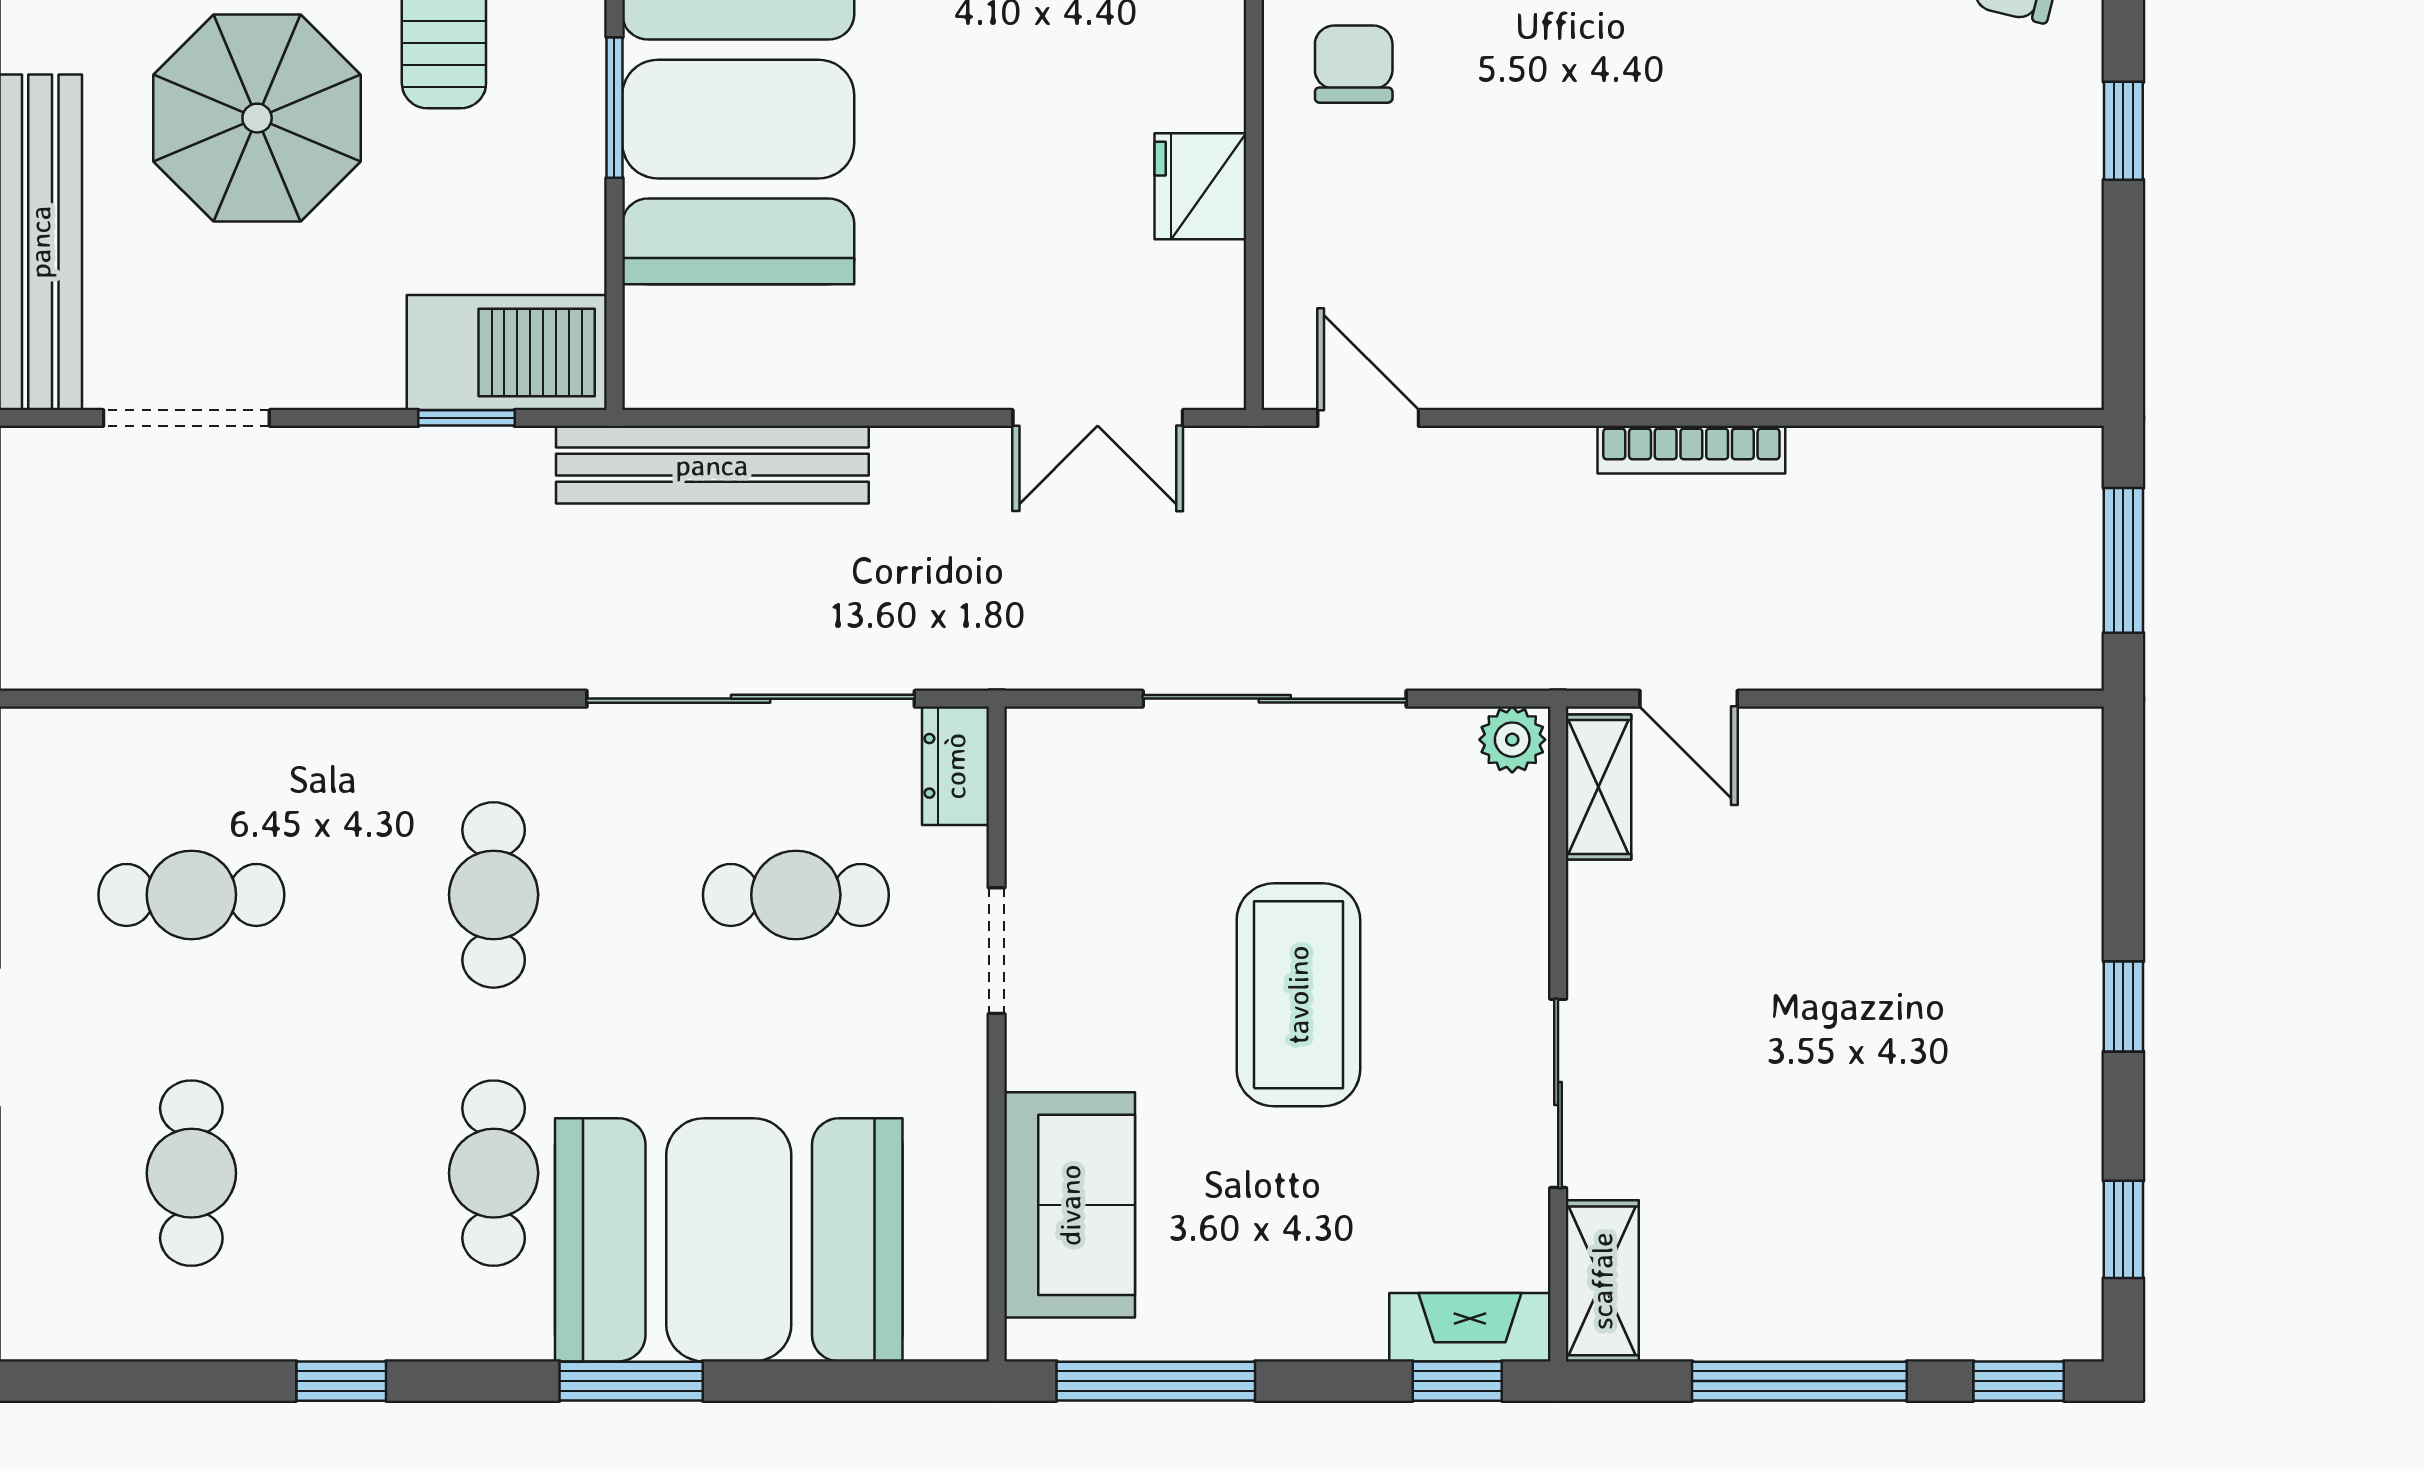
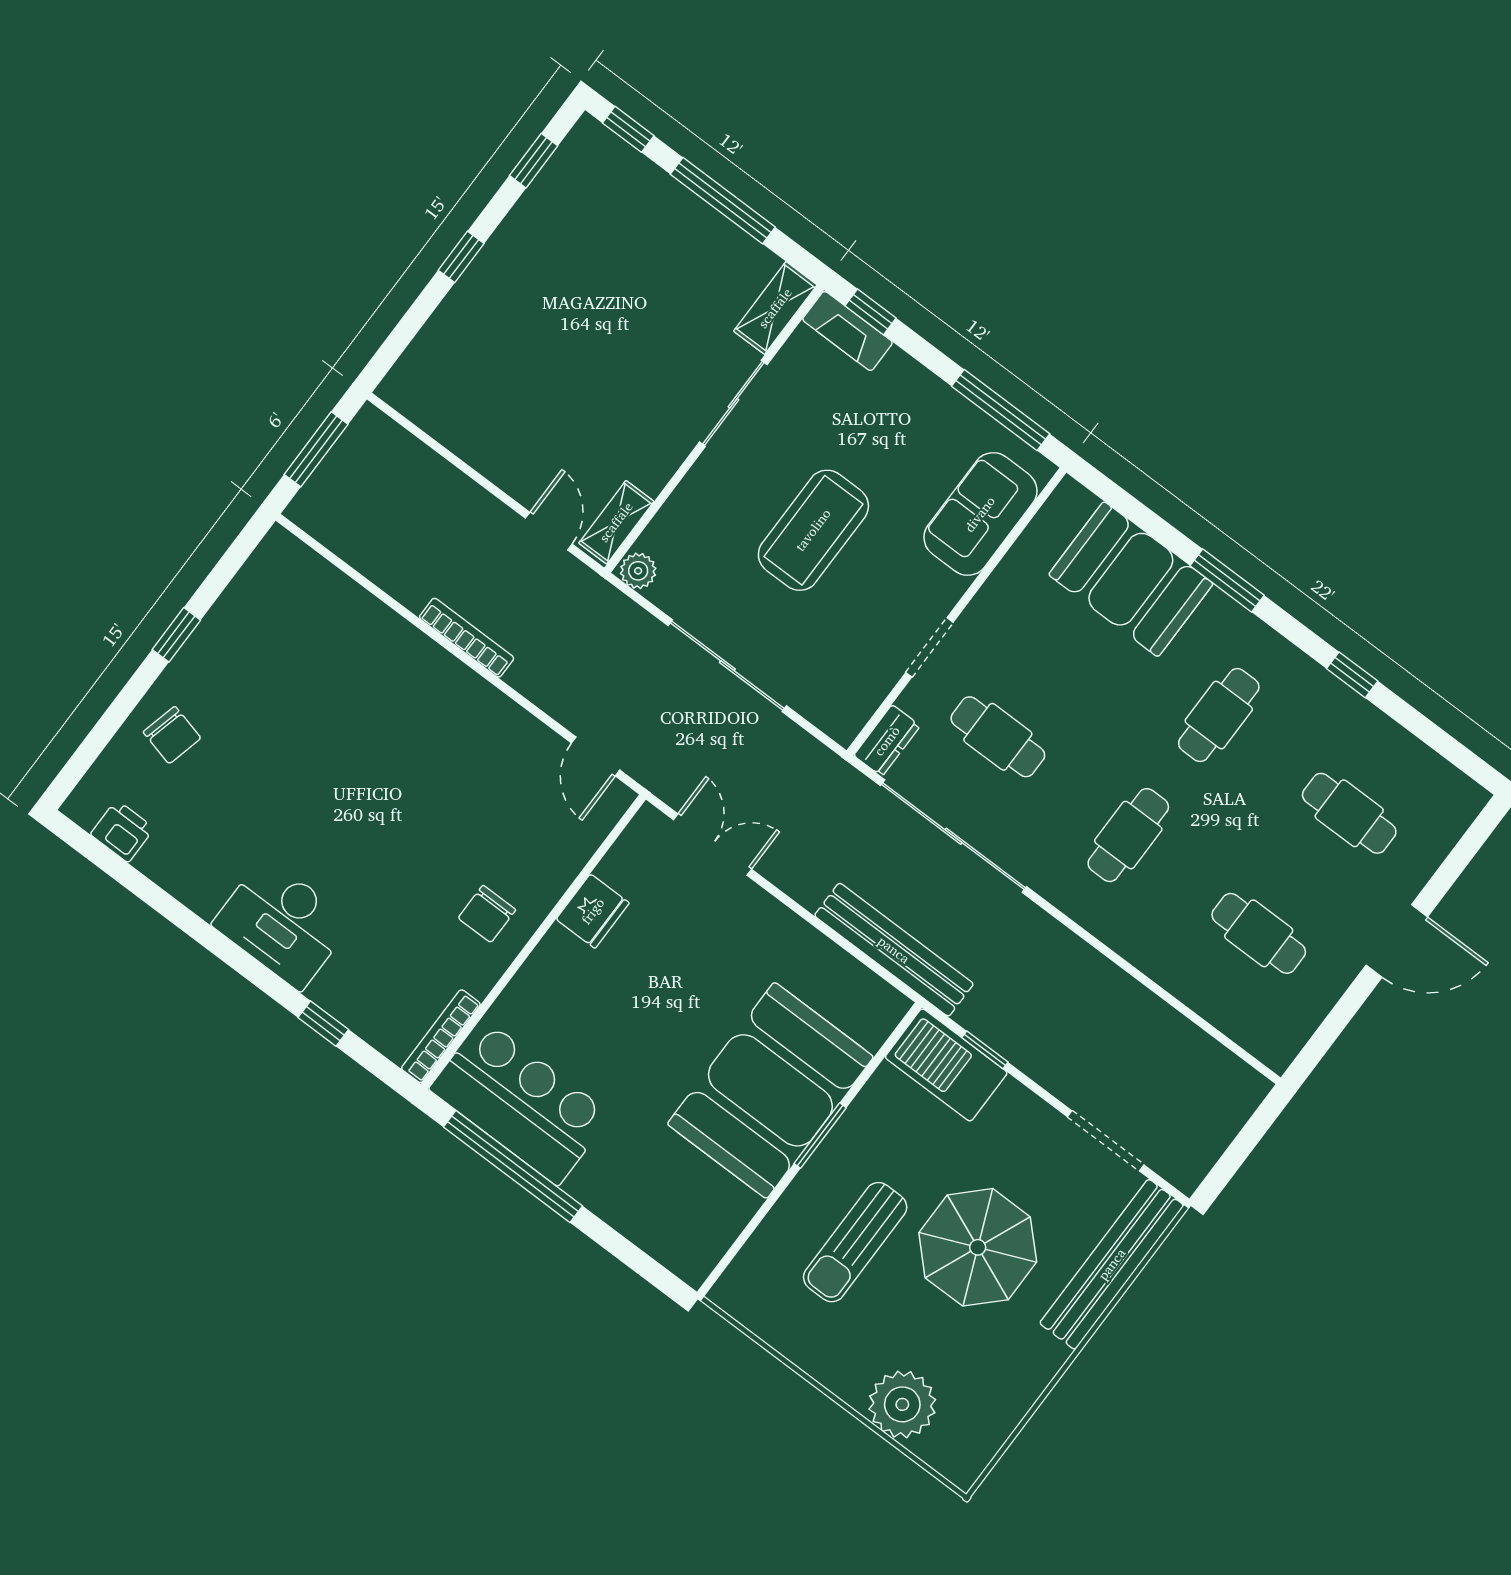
cafe table: (191, 1173) -> (1349, 813), turned 90
booth: (729, 1240) -> (1131, 579), width x0.73, depth x0.70

